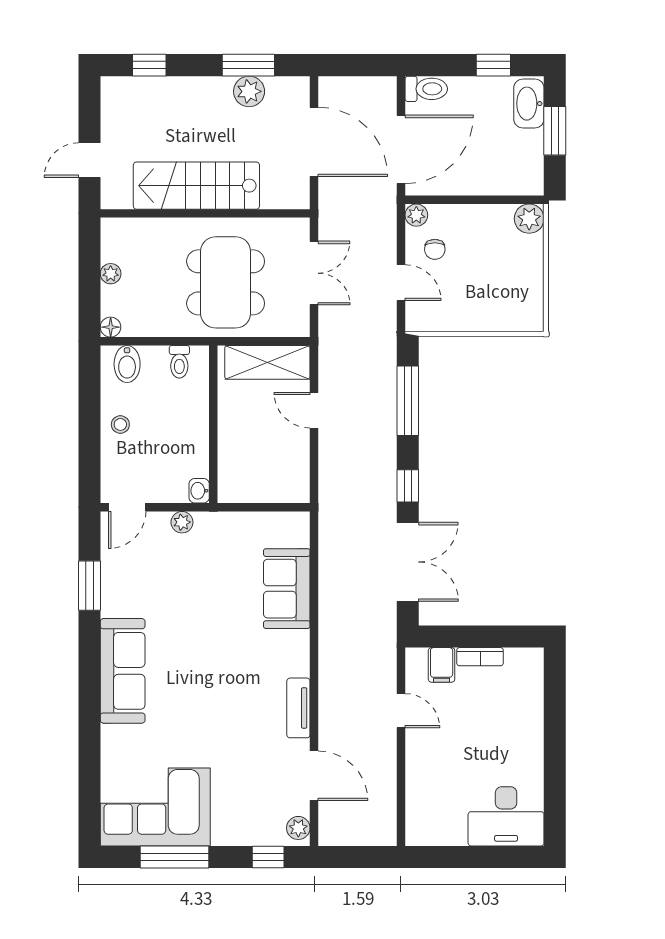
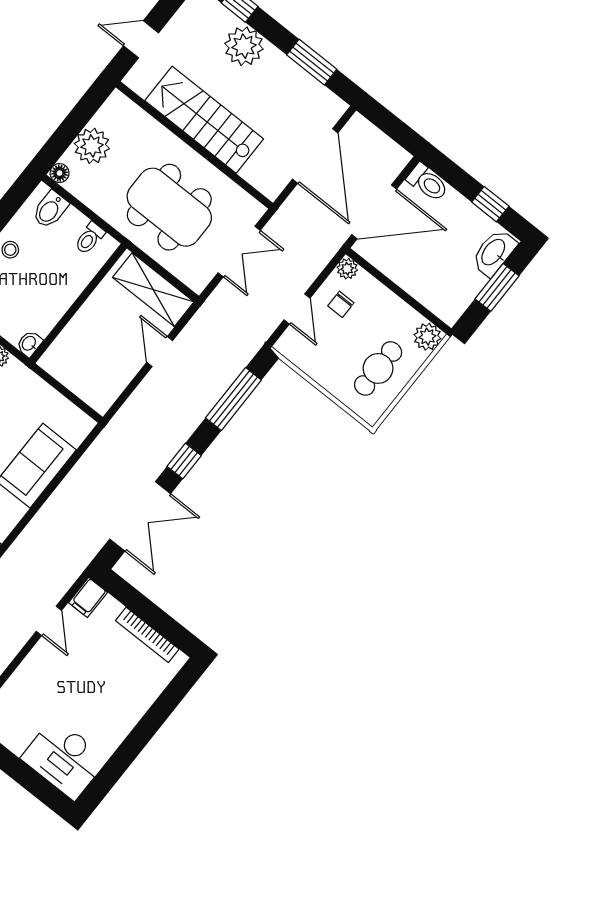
plant: (249, 91) -> (244, 46), moved, width x1.36, depth x1.36
plant: (111, 274) -> (92, 146), width x1.88, depth x1.88
cafe table: (509, 278) -> (378, 368), added
dining table: (226, 282) -> (169, 207), turned 90
bookcase: (480, 657) -> (147, 635), width x1.56
filing cabinet: (442, 665) -> (88, 597), moved

